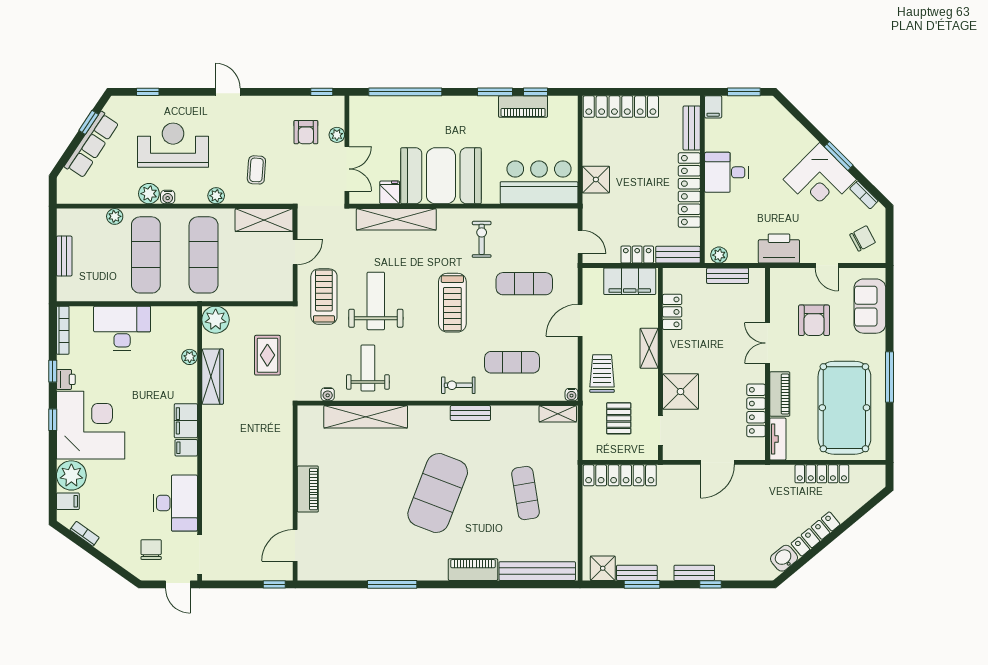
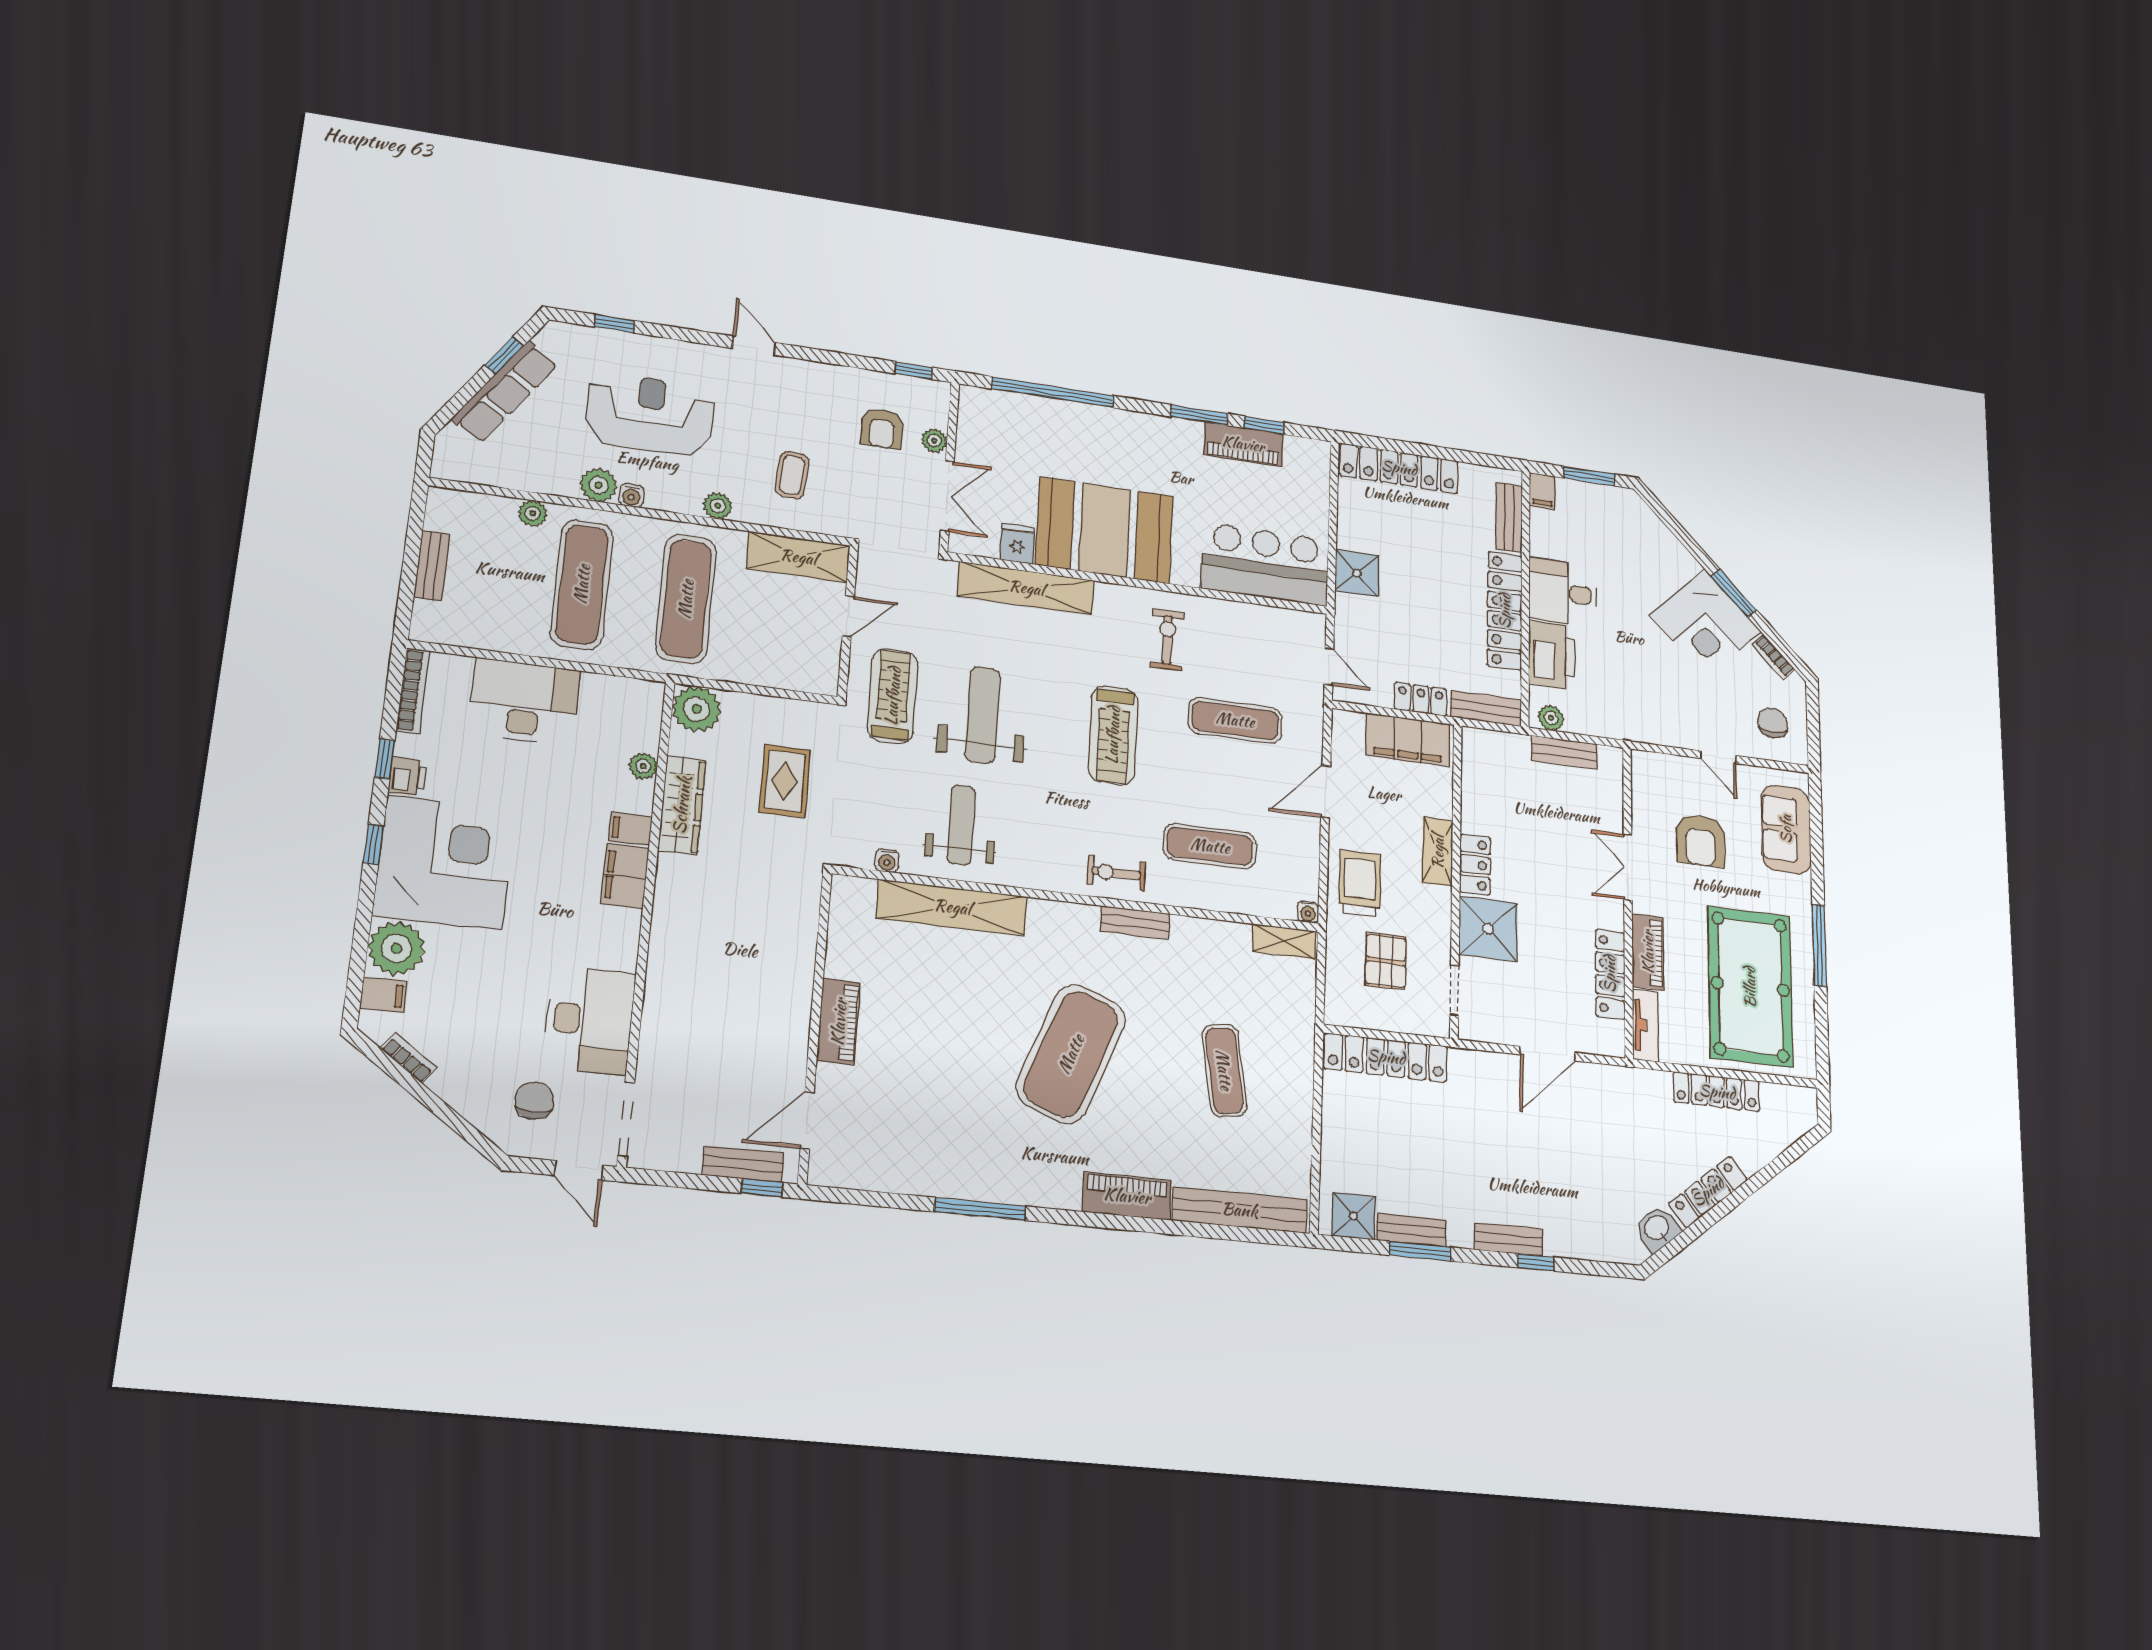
chair: (863, 238) -> (1773, 723), turned -62
printer: (779, 248) -> (1552, 655), moved, turned 90
locker: (672, 312) -> (1475, 865), moved
filing cabinet: (186, 448) -> (630, 829), moved
bench: (263, 573) -> (743, 1164), added

